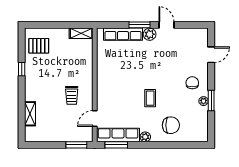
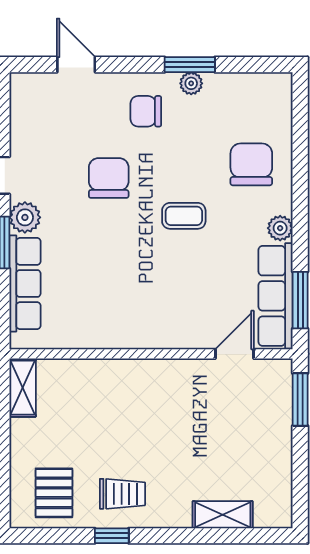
chair: (165, 68) -> (109, 178), added
trolley: (72, 95) -> (122, 494), moved
door: (95, 118) -> (235, 354), swing flipped

